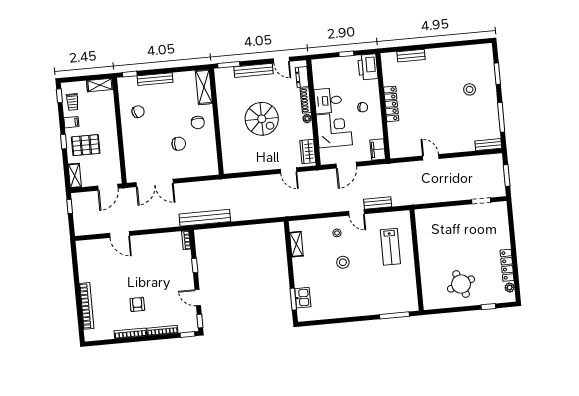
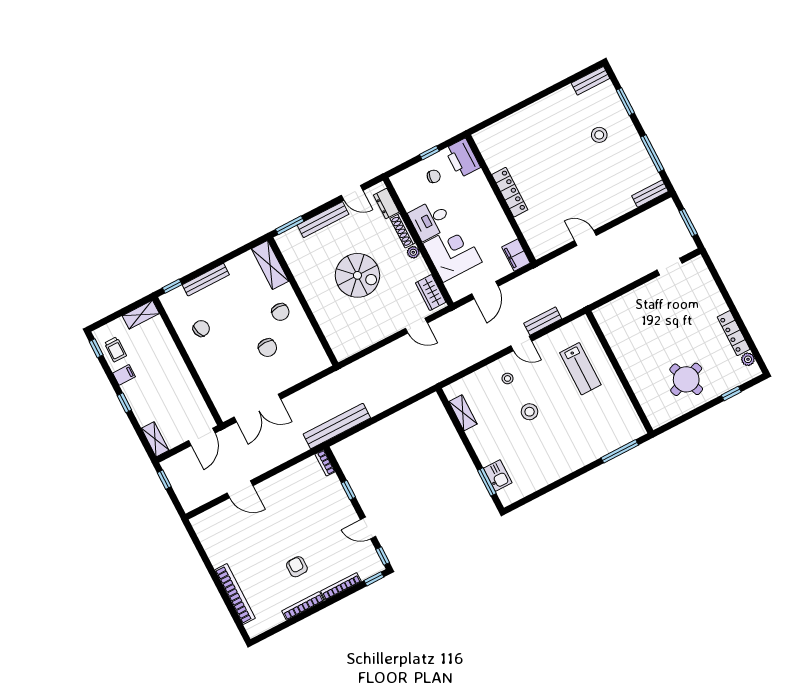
bench: (411, 56) -> (590, 81), moved
chair: (363, 107) -> (434, 176), moved
chair: (179, 144) -> (267, 348), turned 90
pallet: (86, 145) -> (153, 396), removed

